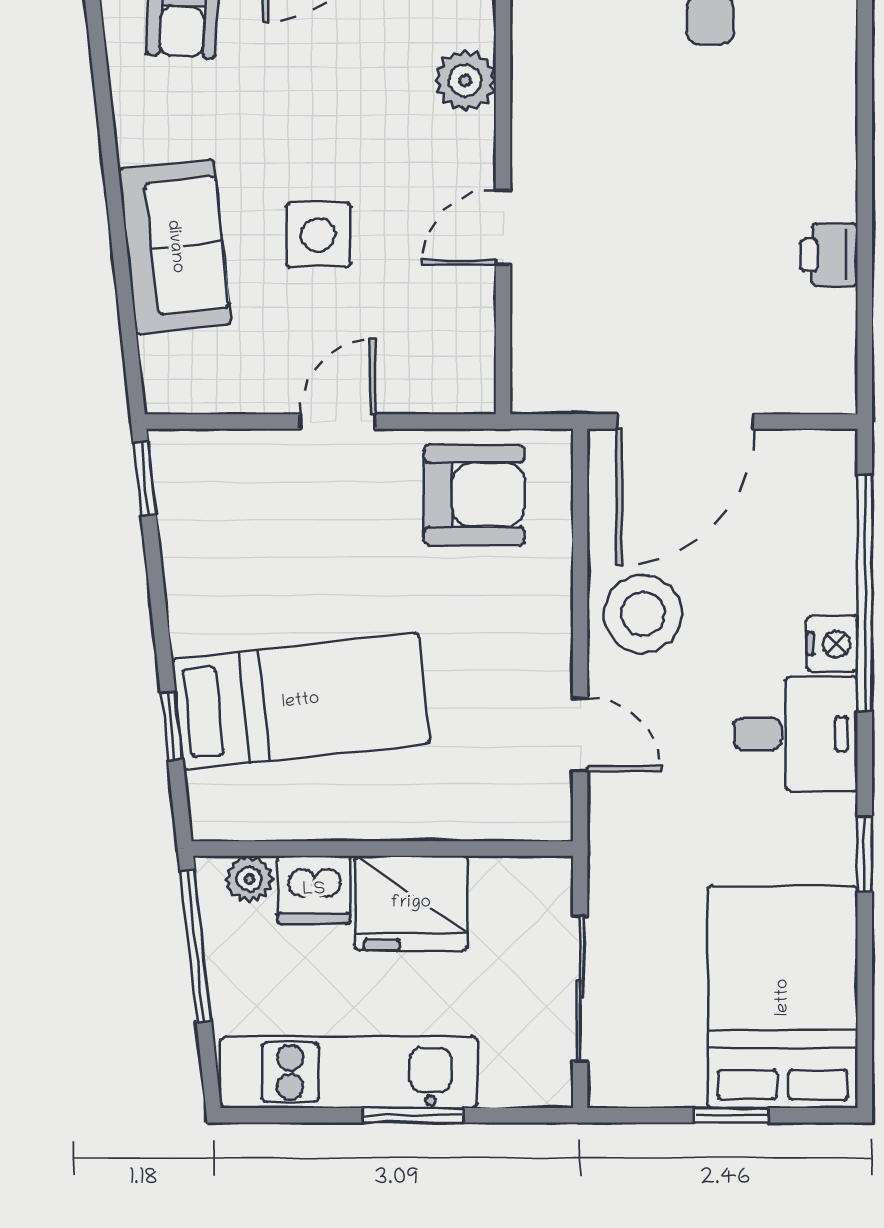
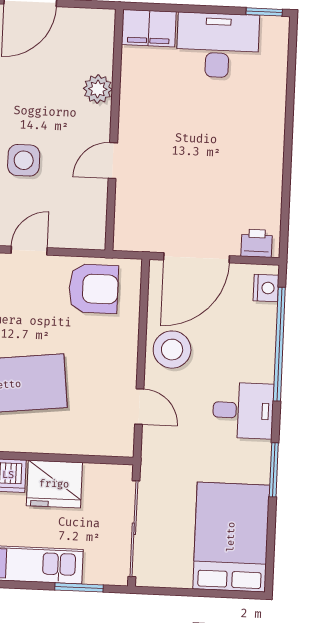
printer: (829, 255) -> (257, 243), moved, turned 90
nightstand: (832, 644) -> (266, 288), moved
window: (865, 854) -> (274, 470), width x1.50
sliding door: (580, 989) -> (134, 529), width x1.37
window: (413, 1115) -> (79, 587), moved
window: (732, 1115) -> (204, 593), removed

